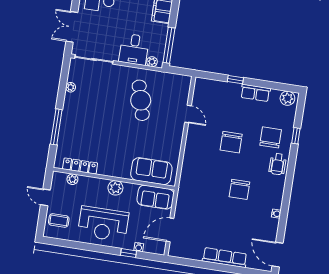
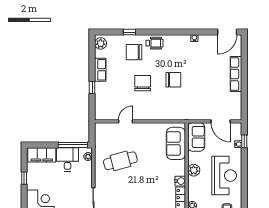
desk: (134, 49) -> (67, 159), moved, turned -90
chair: (231, 142) -> (143, 83), turned -90
water cooler: (105, 169) -> (180, 181), added
chair: (239, 189) -> (173, 80), moved
window: (129, 253) -> (244, 141), moved

